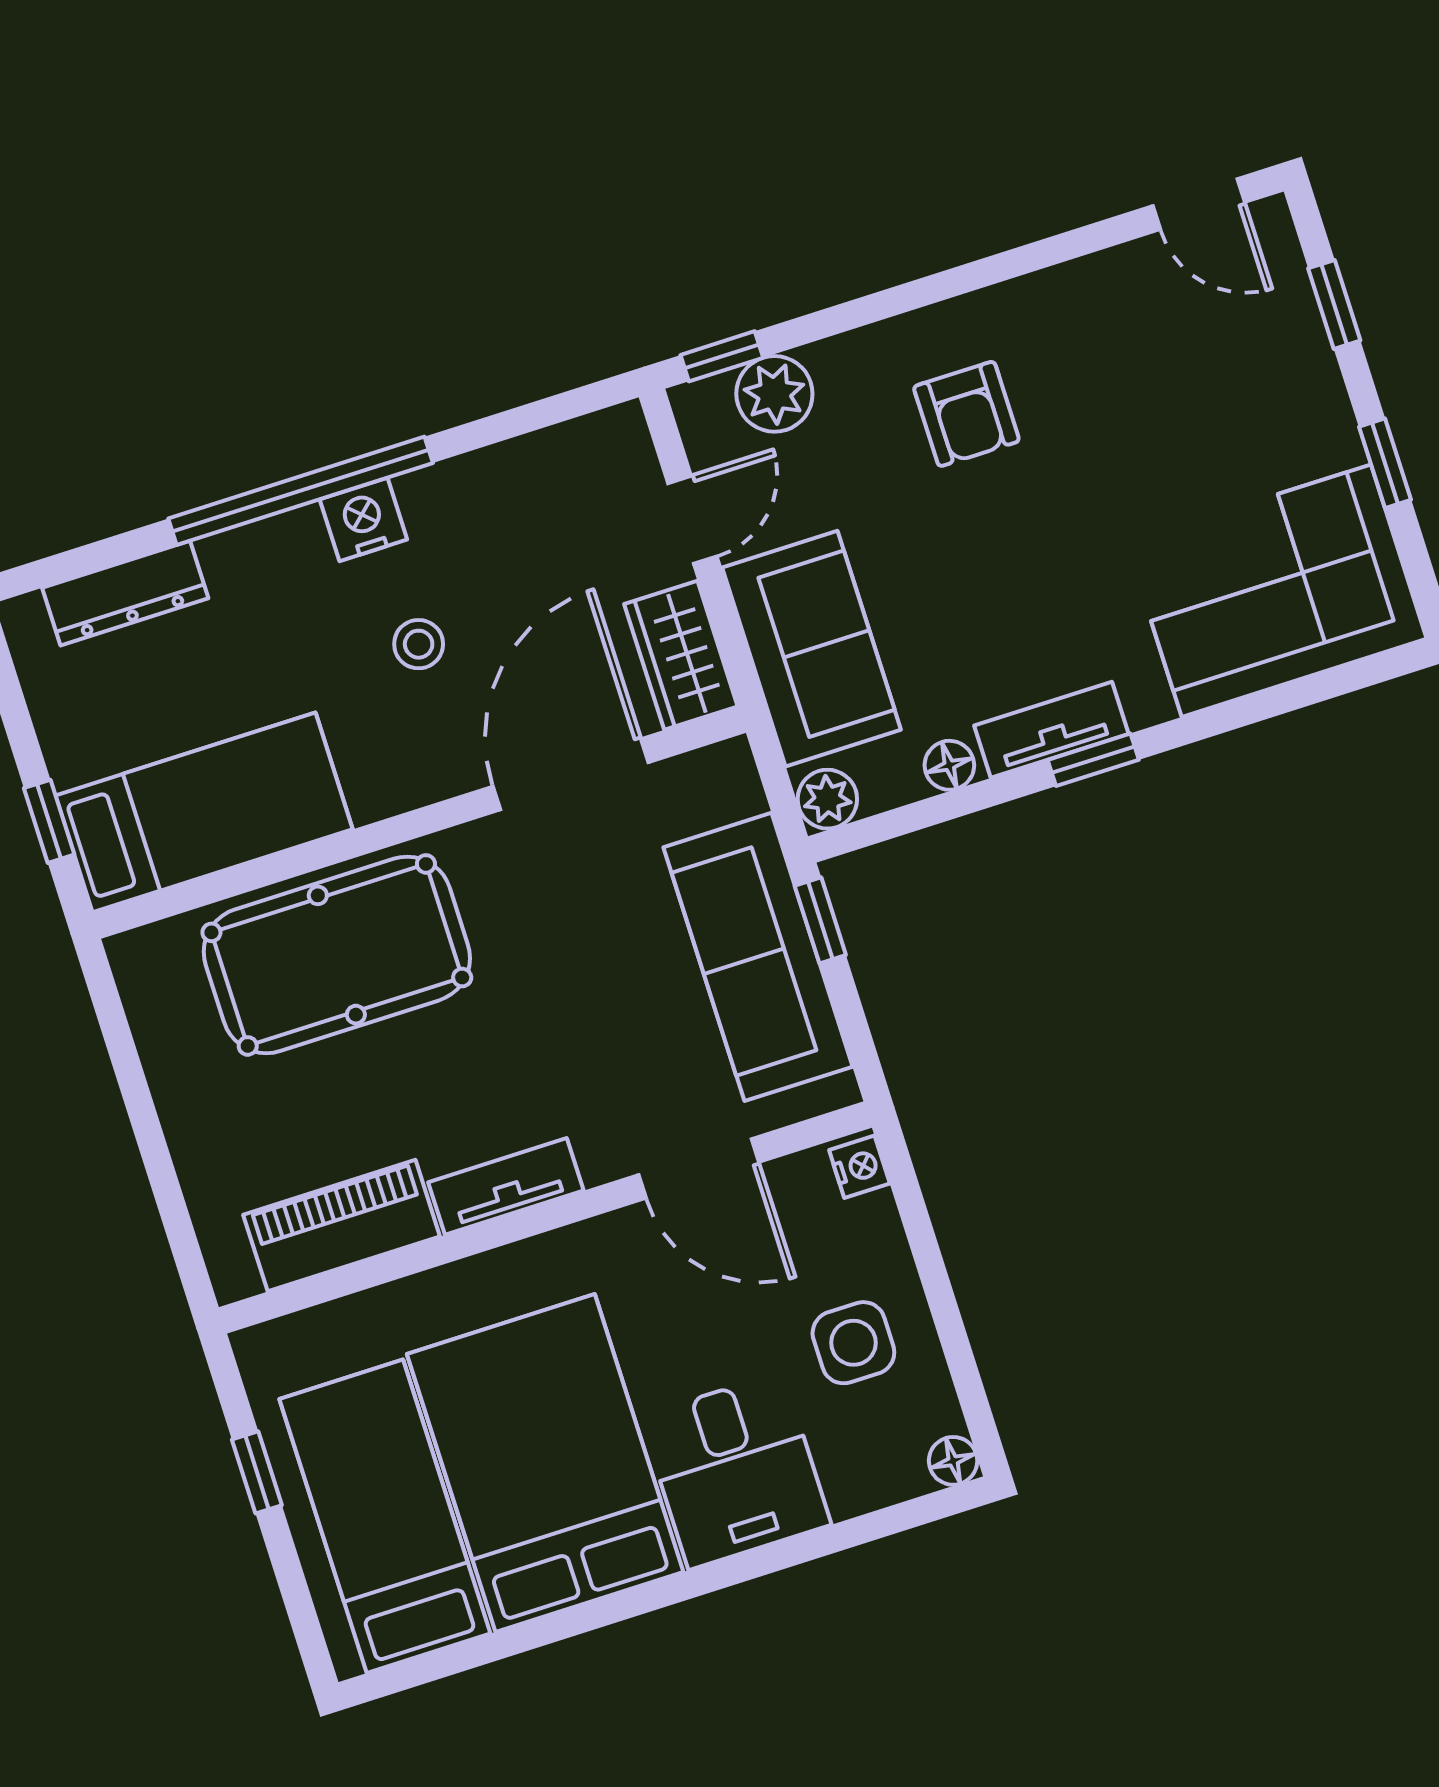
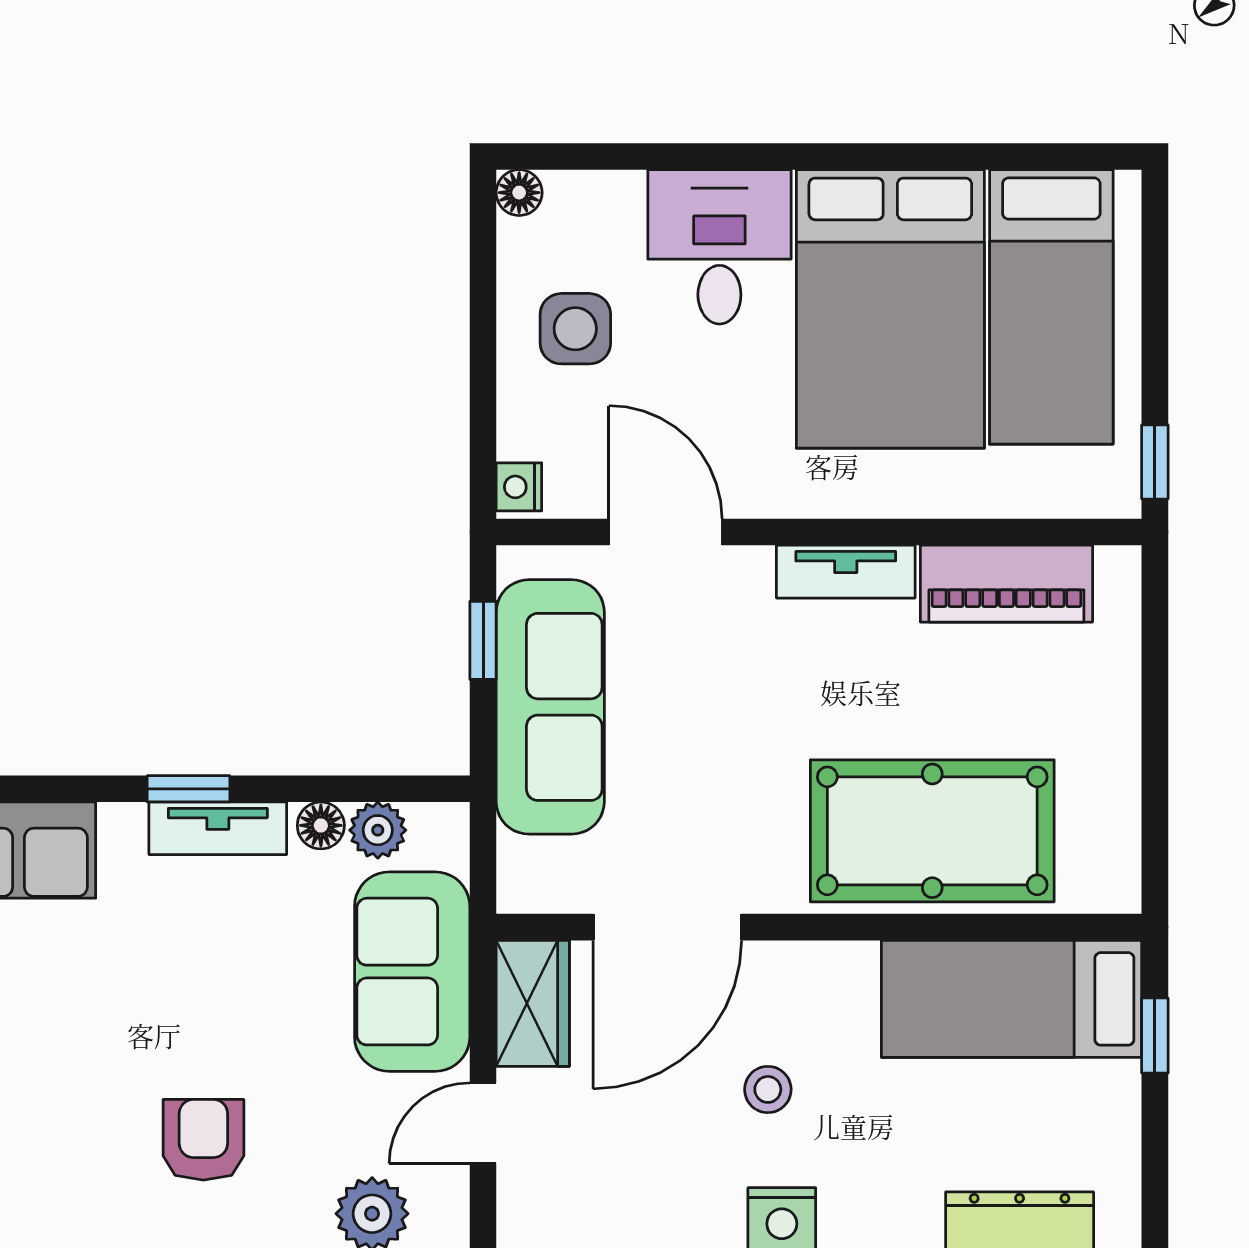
plant: (827, 799) -> (378, 830), moved
window: (820, 920) -> (483, 640), moved
window: (257, 1472) -> (1155, 462), moved

